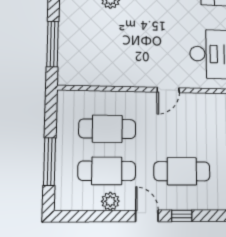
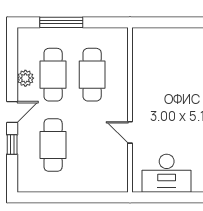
window: (53, 44) -> (172, 22), removed

